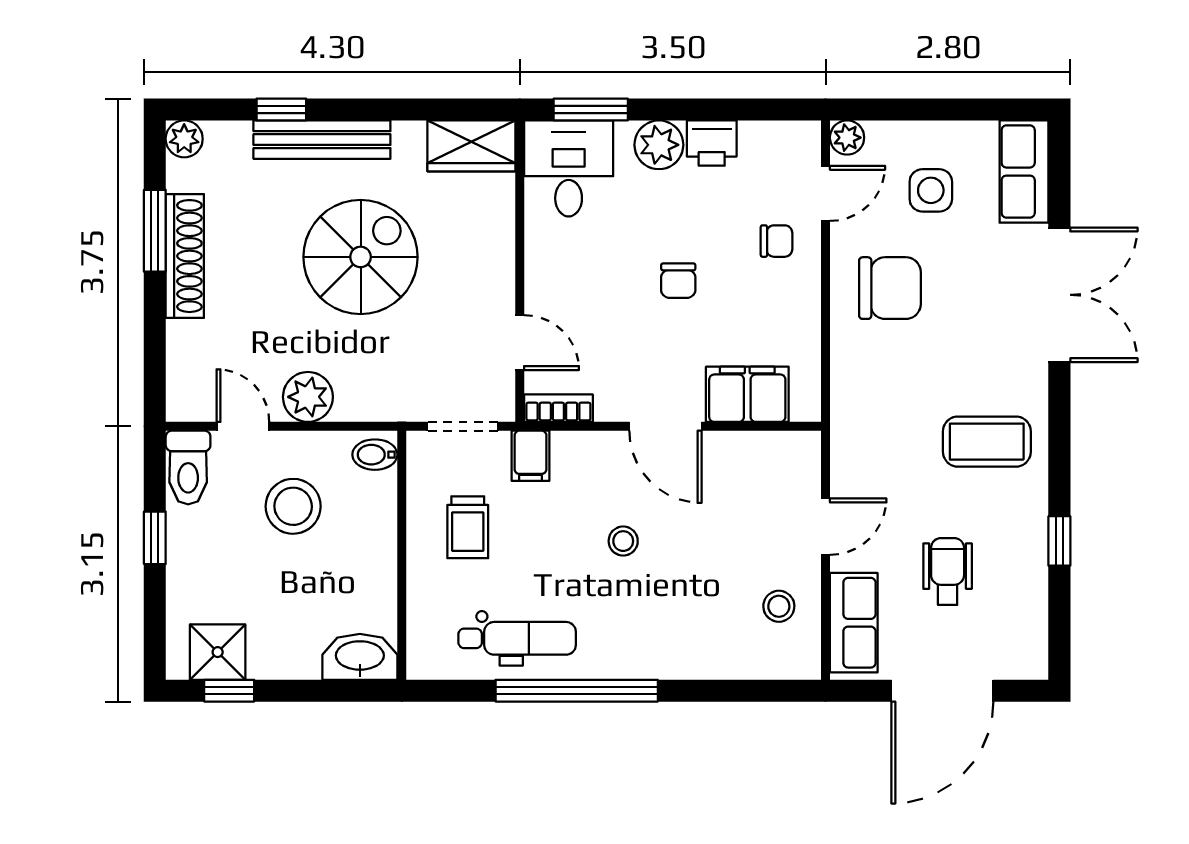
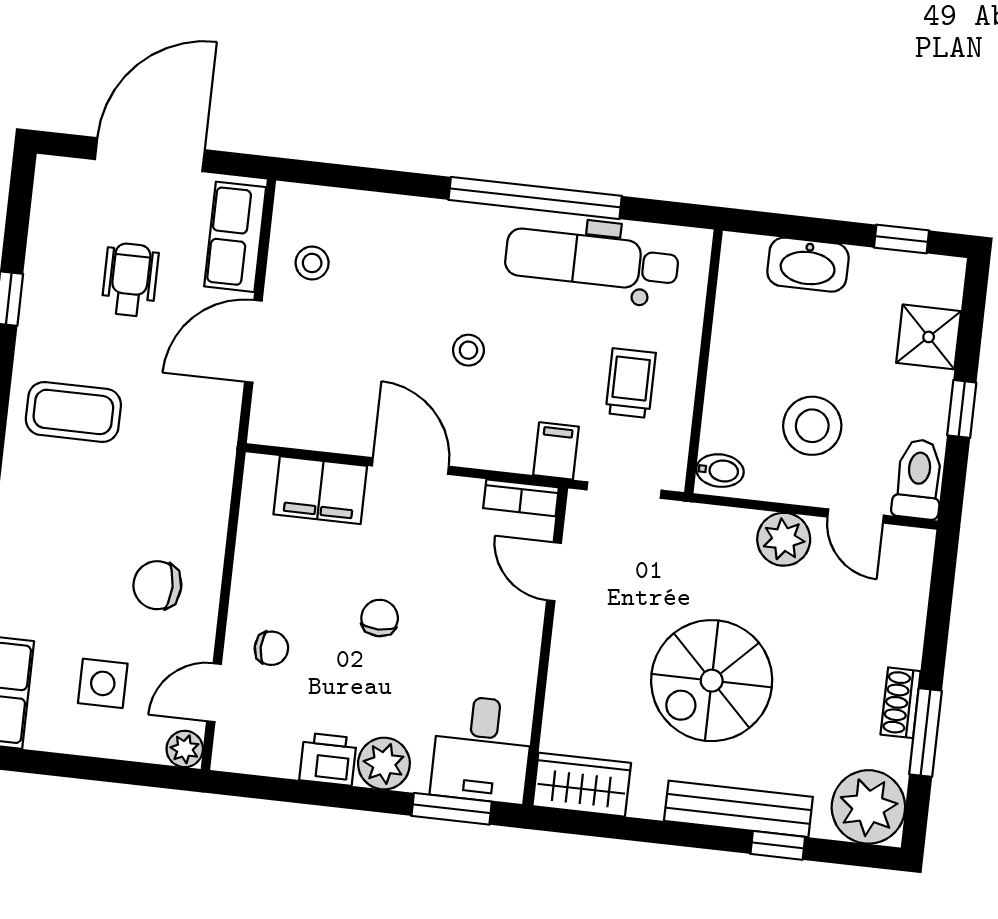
plant: (184, 139) -> (868, 807), width x1.88, depth x1.88
chair: (776, 241) -> (271, 648), turned 180
shoe rack: (185, 256) -> (901, 703), width x0.51, depth x0.81
chair: (890, 288) -> (157, 585), width x0.73, depth x0.73
door: (826, 527) -> (253, 341), width x1.38
wheelchair: (948, 571) -> (130, 280), turned 180
dental chair: (517, 638) -> (592, 260), width x1.36, depth x1.38
shower: (218, 652) -> (929, 337), moved
washbasin: (360, 657) -> (808, 265), moved

